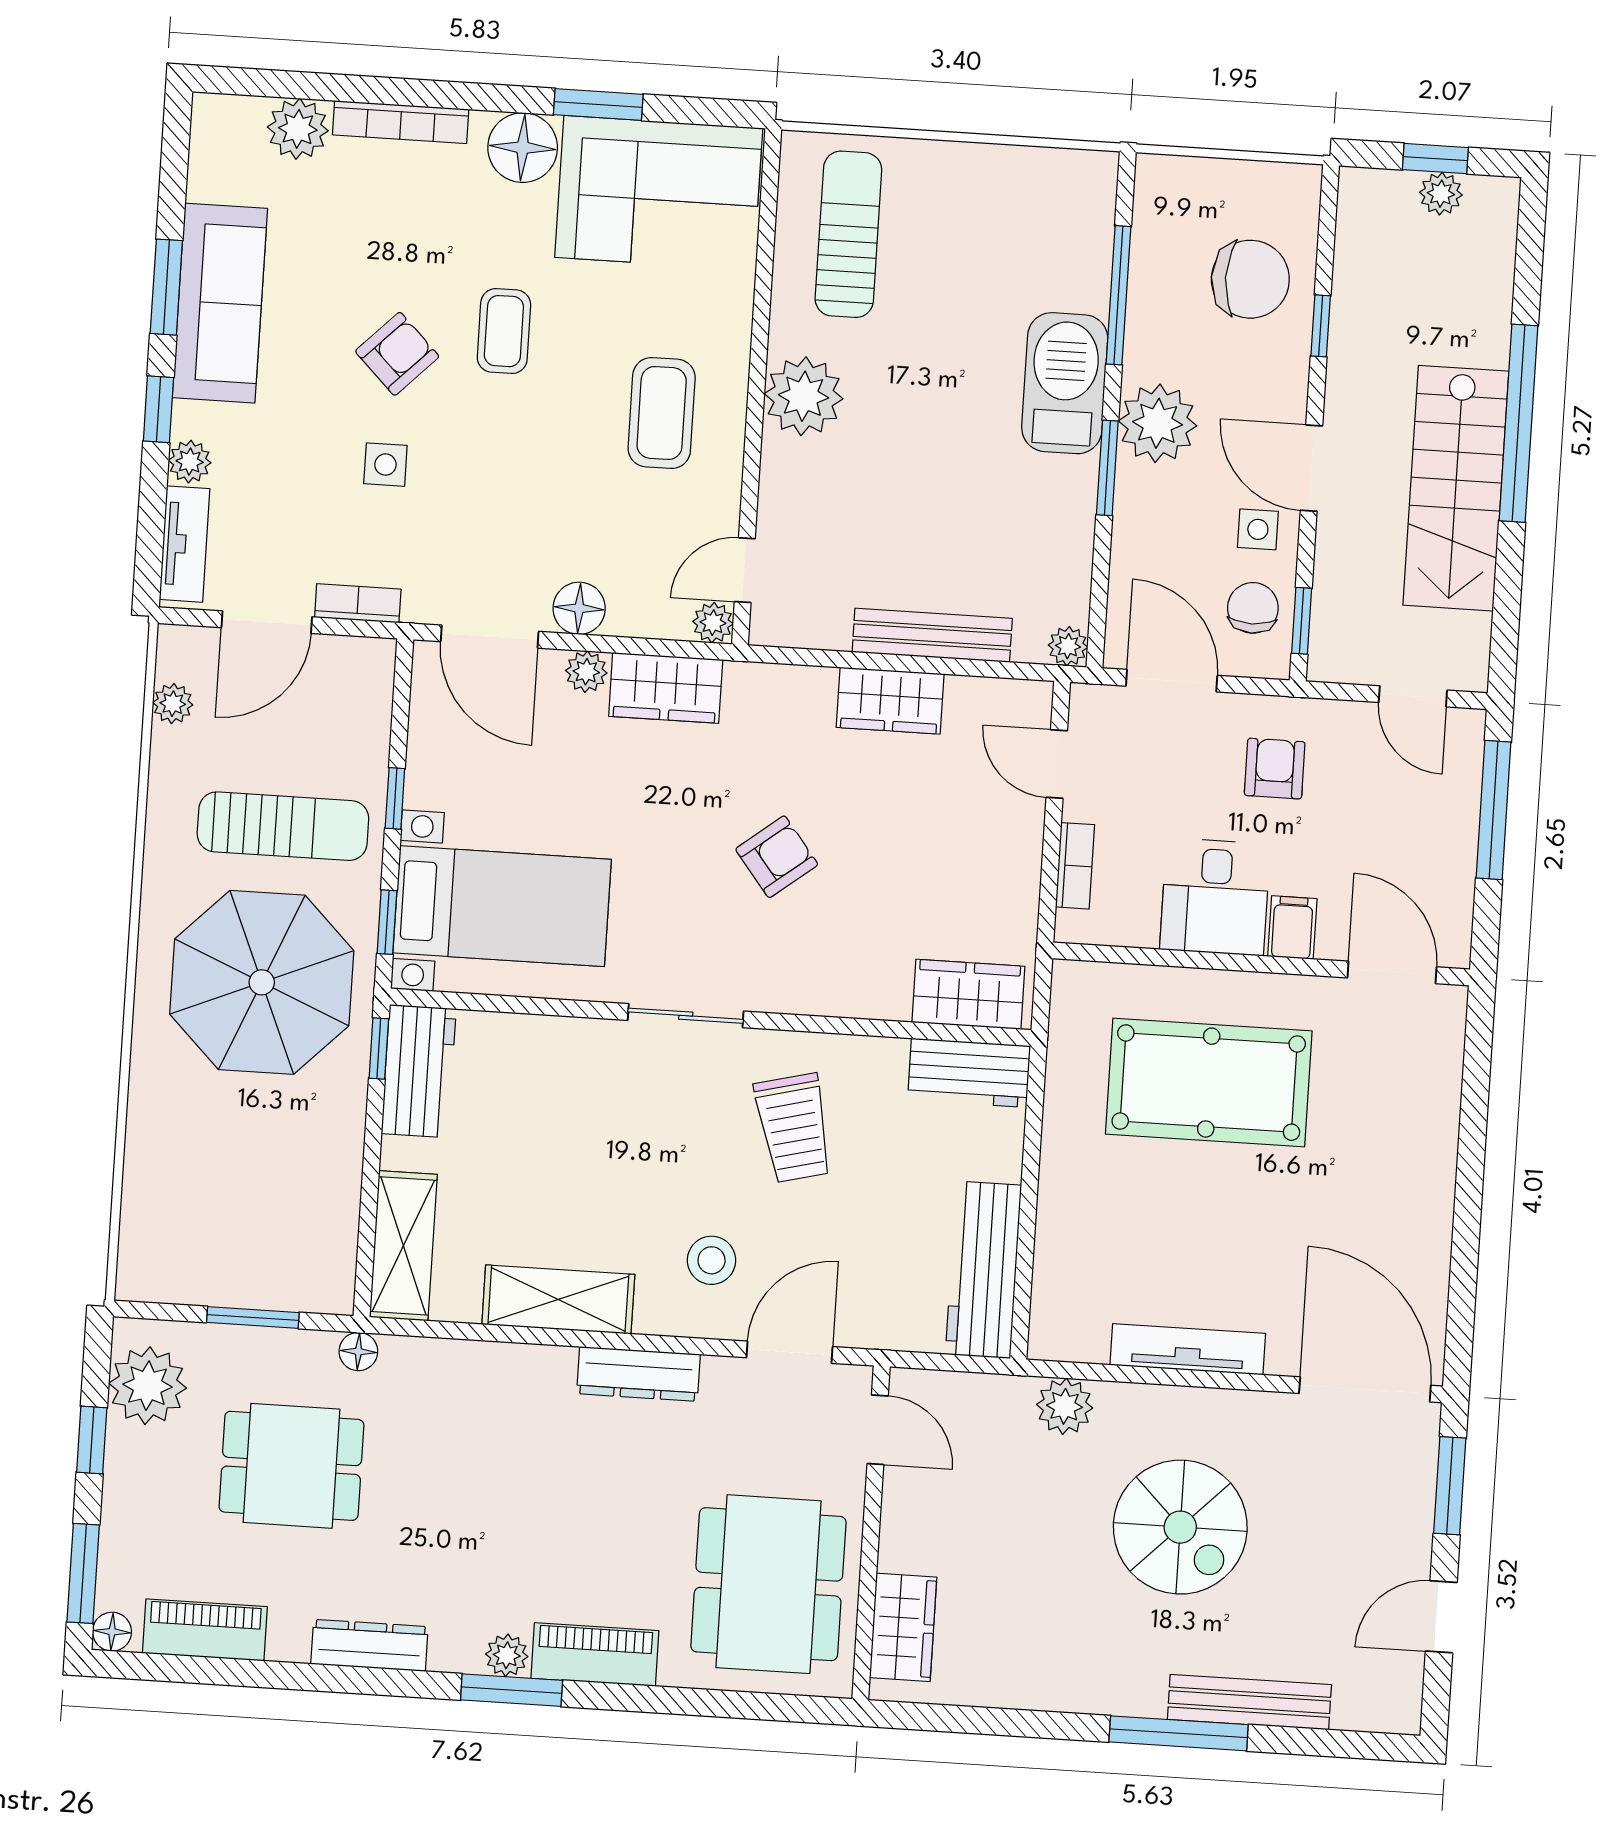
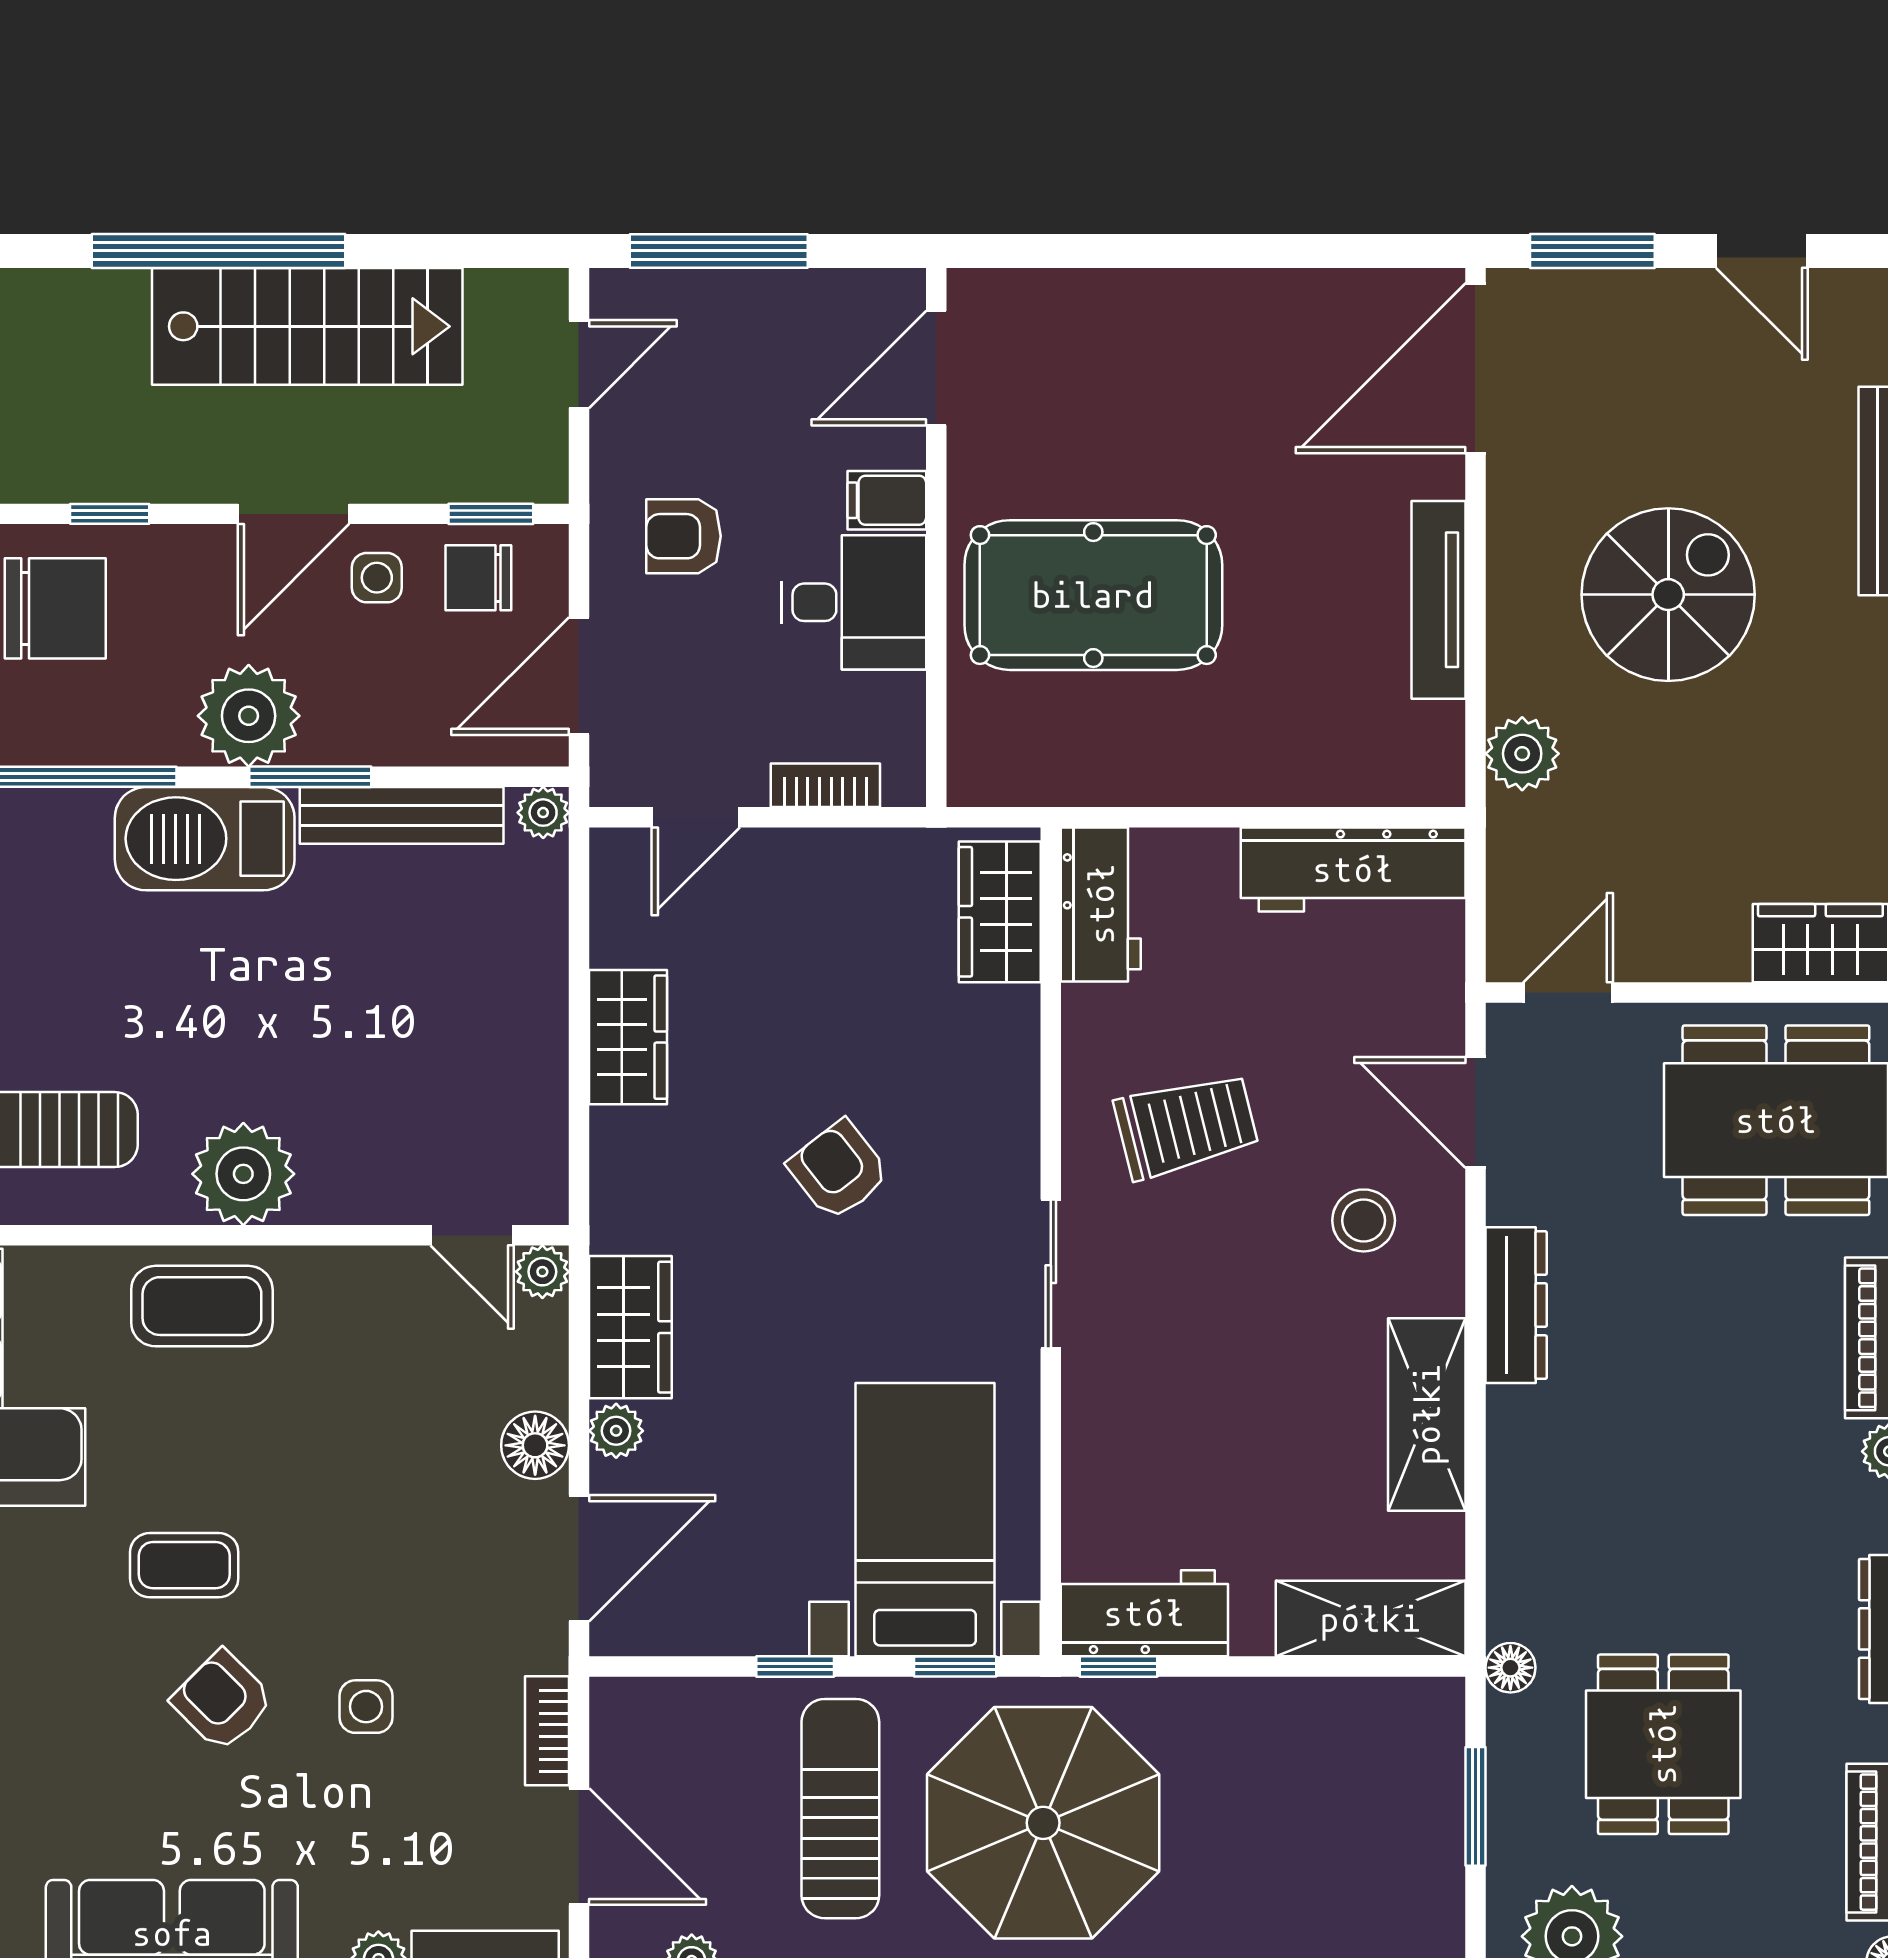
chair: (1250, 279) -> (55, 608), turned 90
coffee table: (662, 413) -> (202, 1306), moved
bench: (932, 635) -> (402, 815), moved, turned 90
pool table: (1209, 1083) -> (1093, 595), turned 90

